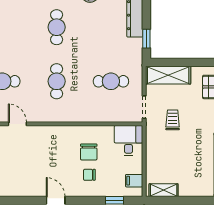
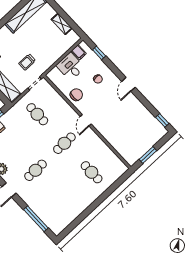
door: (17, 124) -> (86, 120), moved
desk: (128, 141) -> (71, 67), moved, turned 90
chair: (89, 152) -> (76, 95), moved
shelving: (164, 190) -> (62, 24), moved

